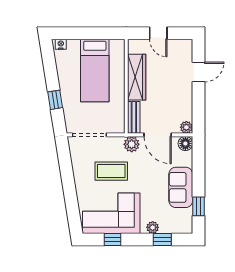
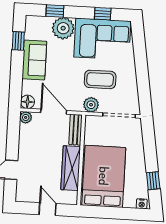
bed: (95, 71) -> (104, 176), width x1.50
window: (55, 100) -> (153, 181), moved
plant: (132, 144) -> (91, 105), moved
plant: (153, 227) -> (63, 28), width x1.87, depth x1.87

